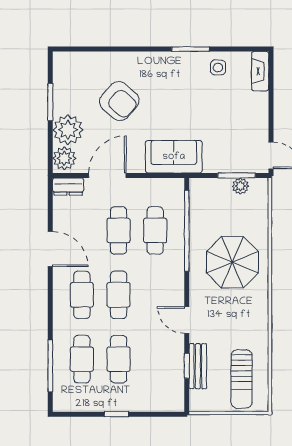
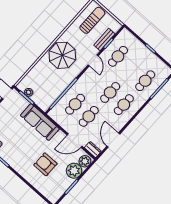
armchair: (119, 101) -> (45, 164), turned -41
sofa: (174, 157) -> (40, 122), width x1.36
door: (50, 249) -> (113, 140), moved
parasol: (232, 262) -> (62, 55), moved
cafe table: (119, 359) -> (118, 56), moved

